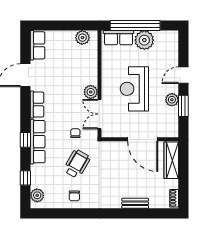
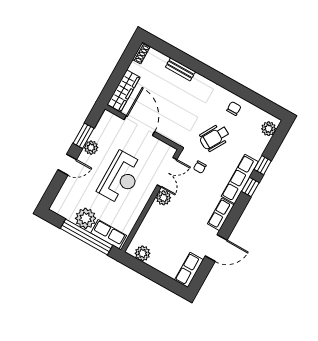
window: (25, 178) -> (263, 165), moved

